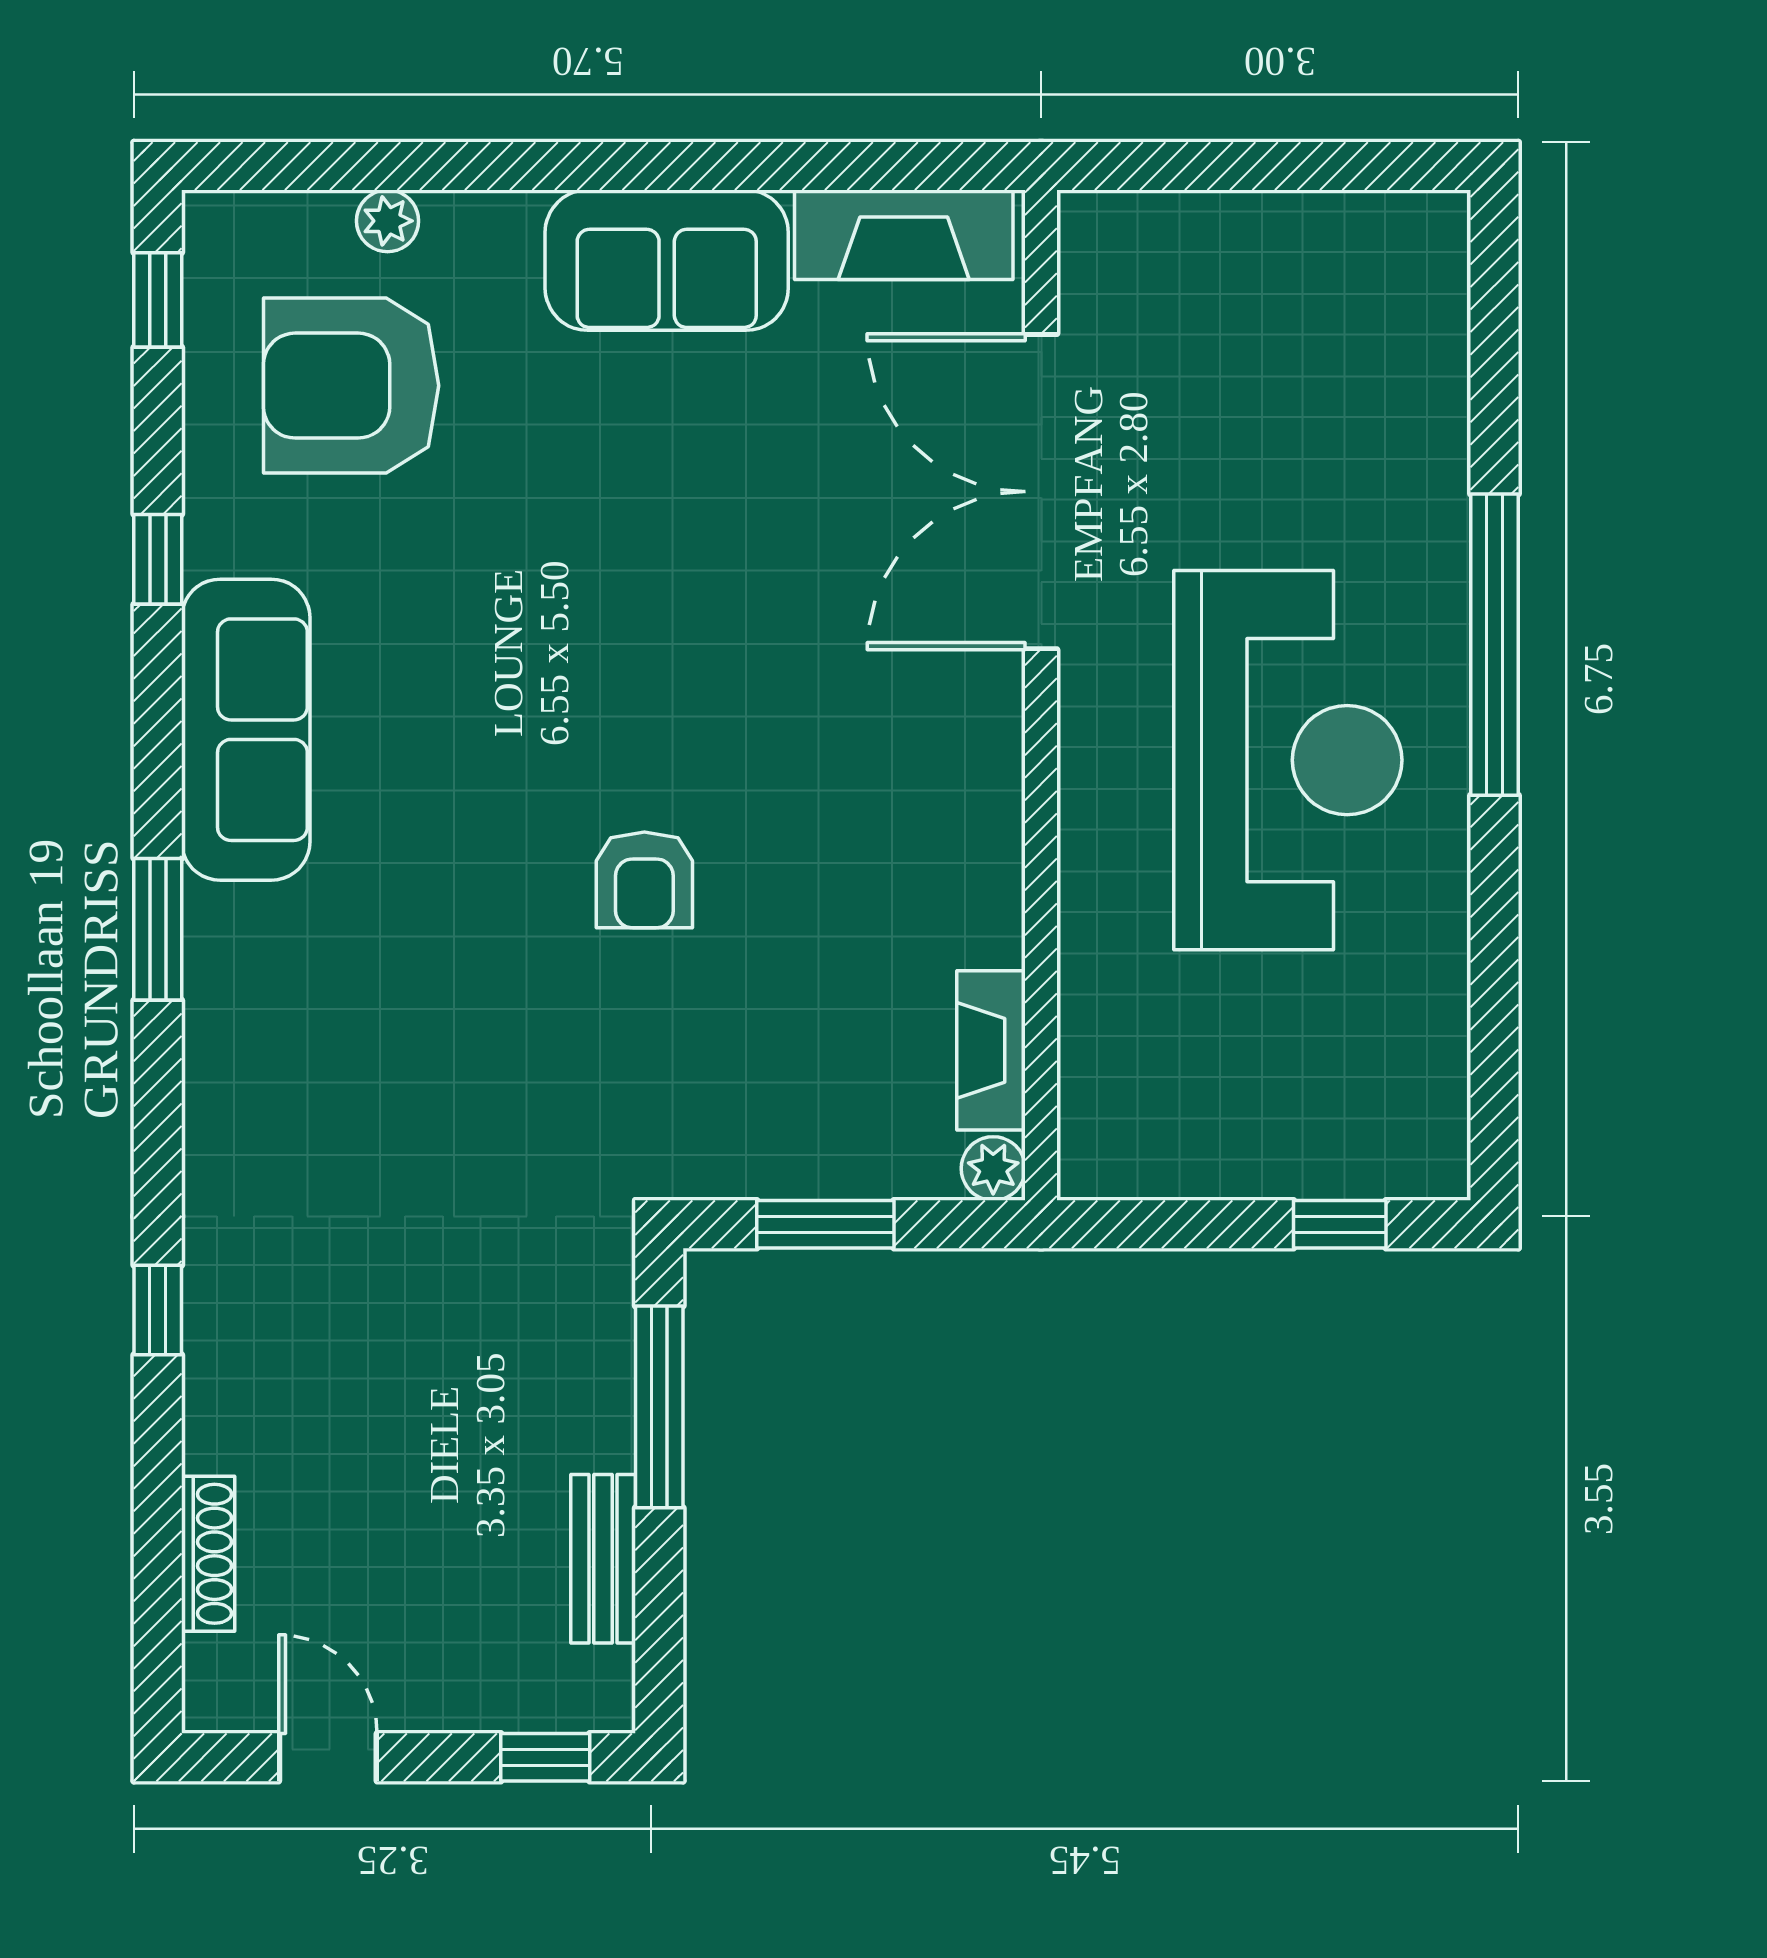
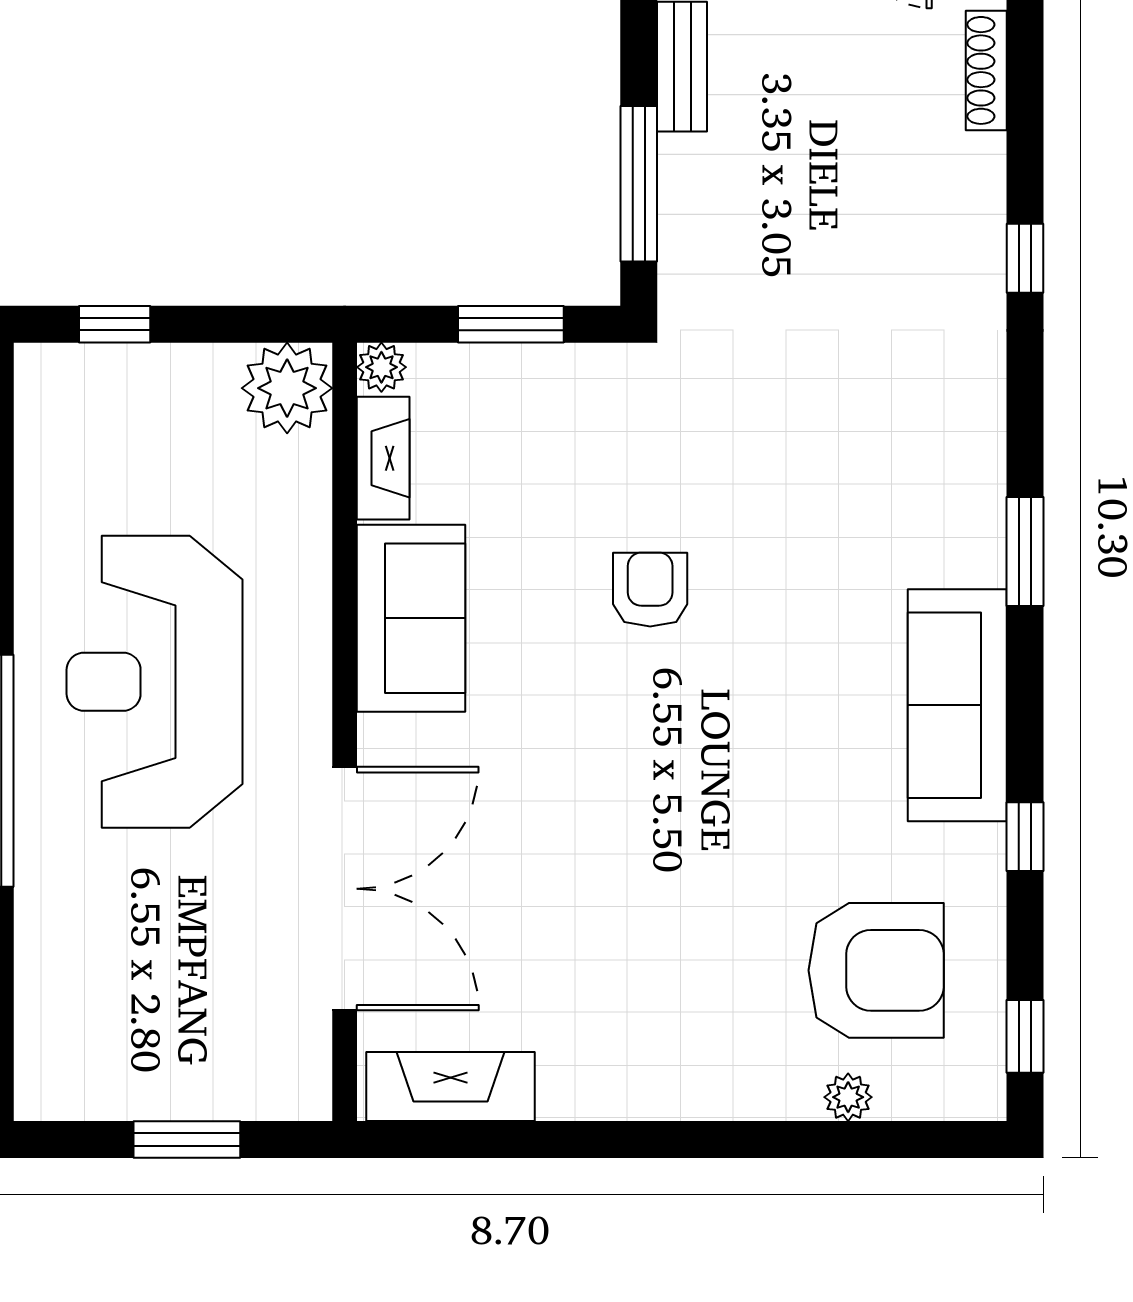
window: (1246, 166) -> (187, 1139), added
sofa: (667, 260) -> (411, 618), moved, turned 90
plant: (1116, 1141) -> (287, 388), added

